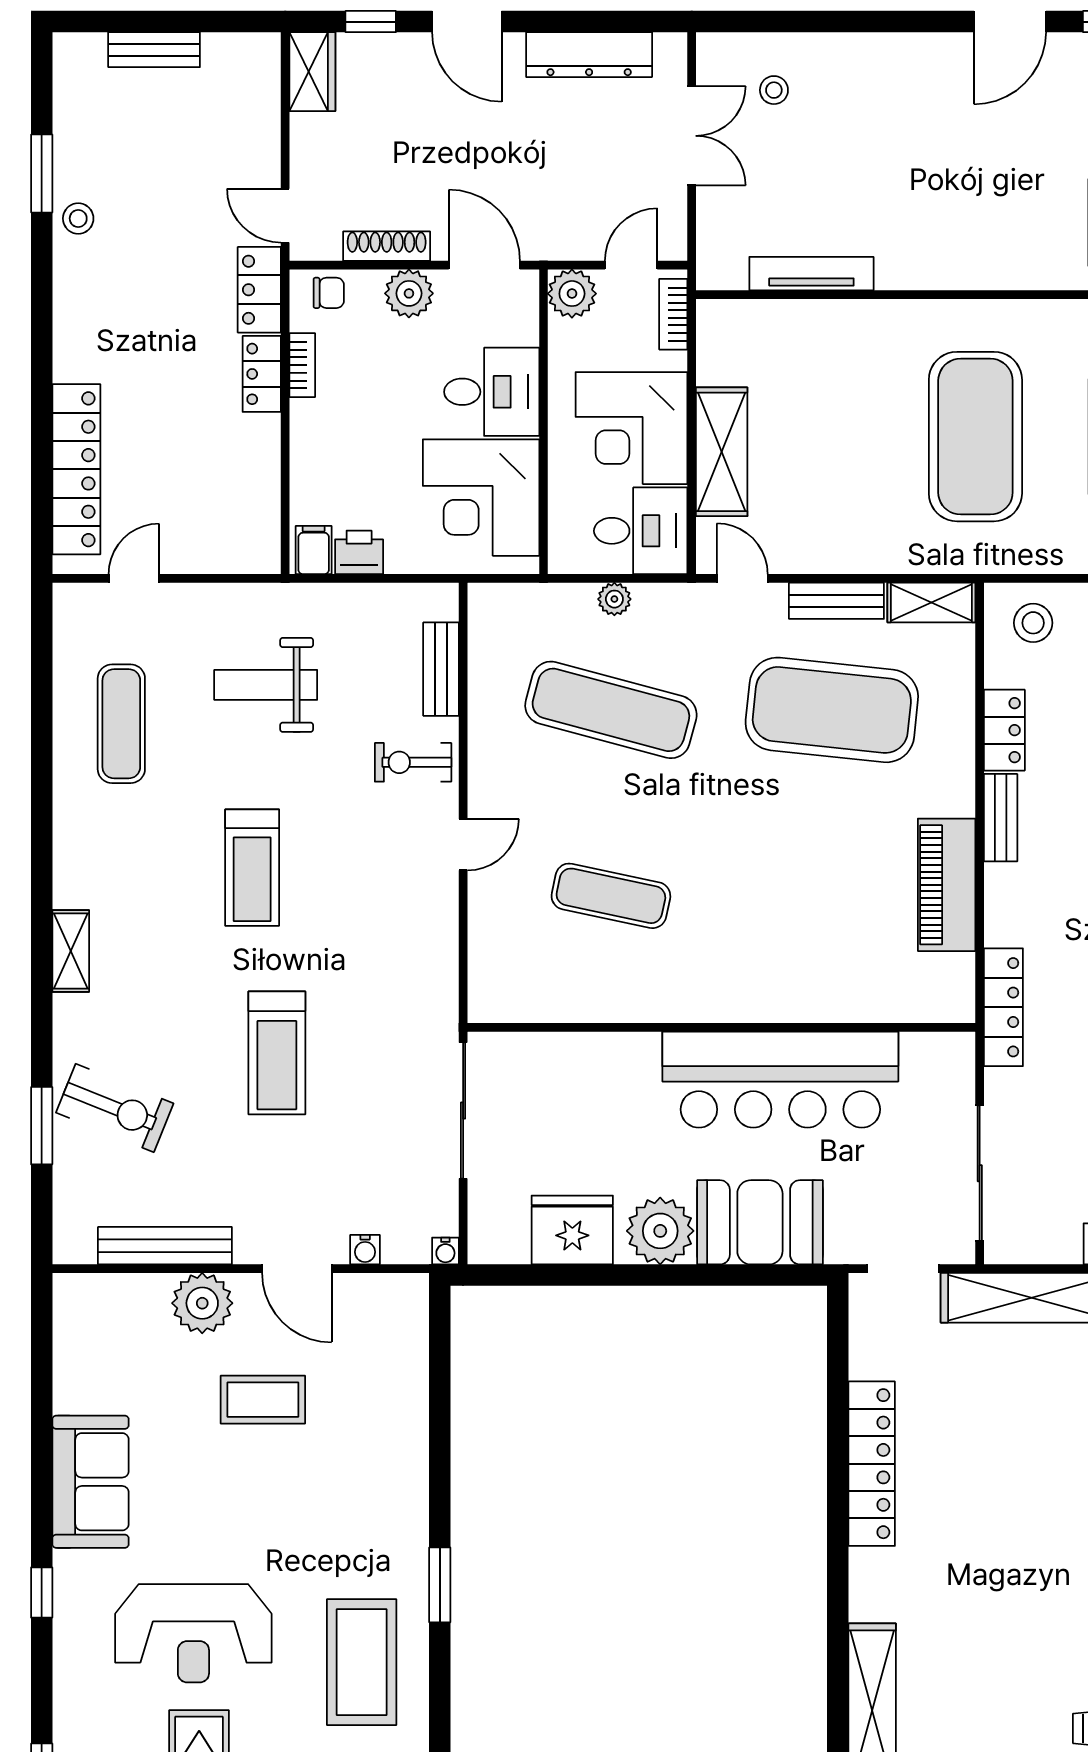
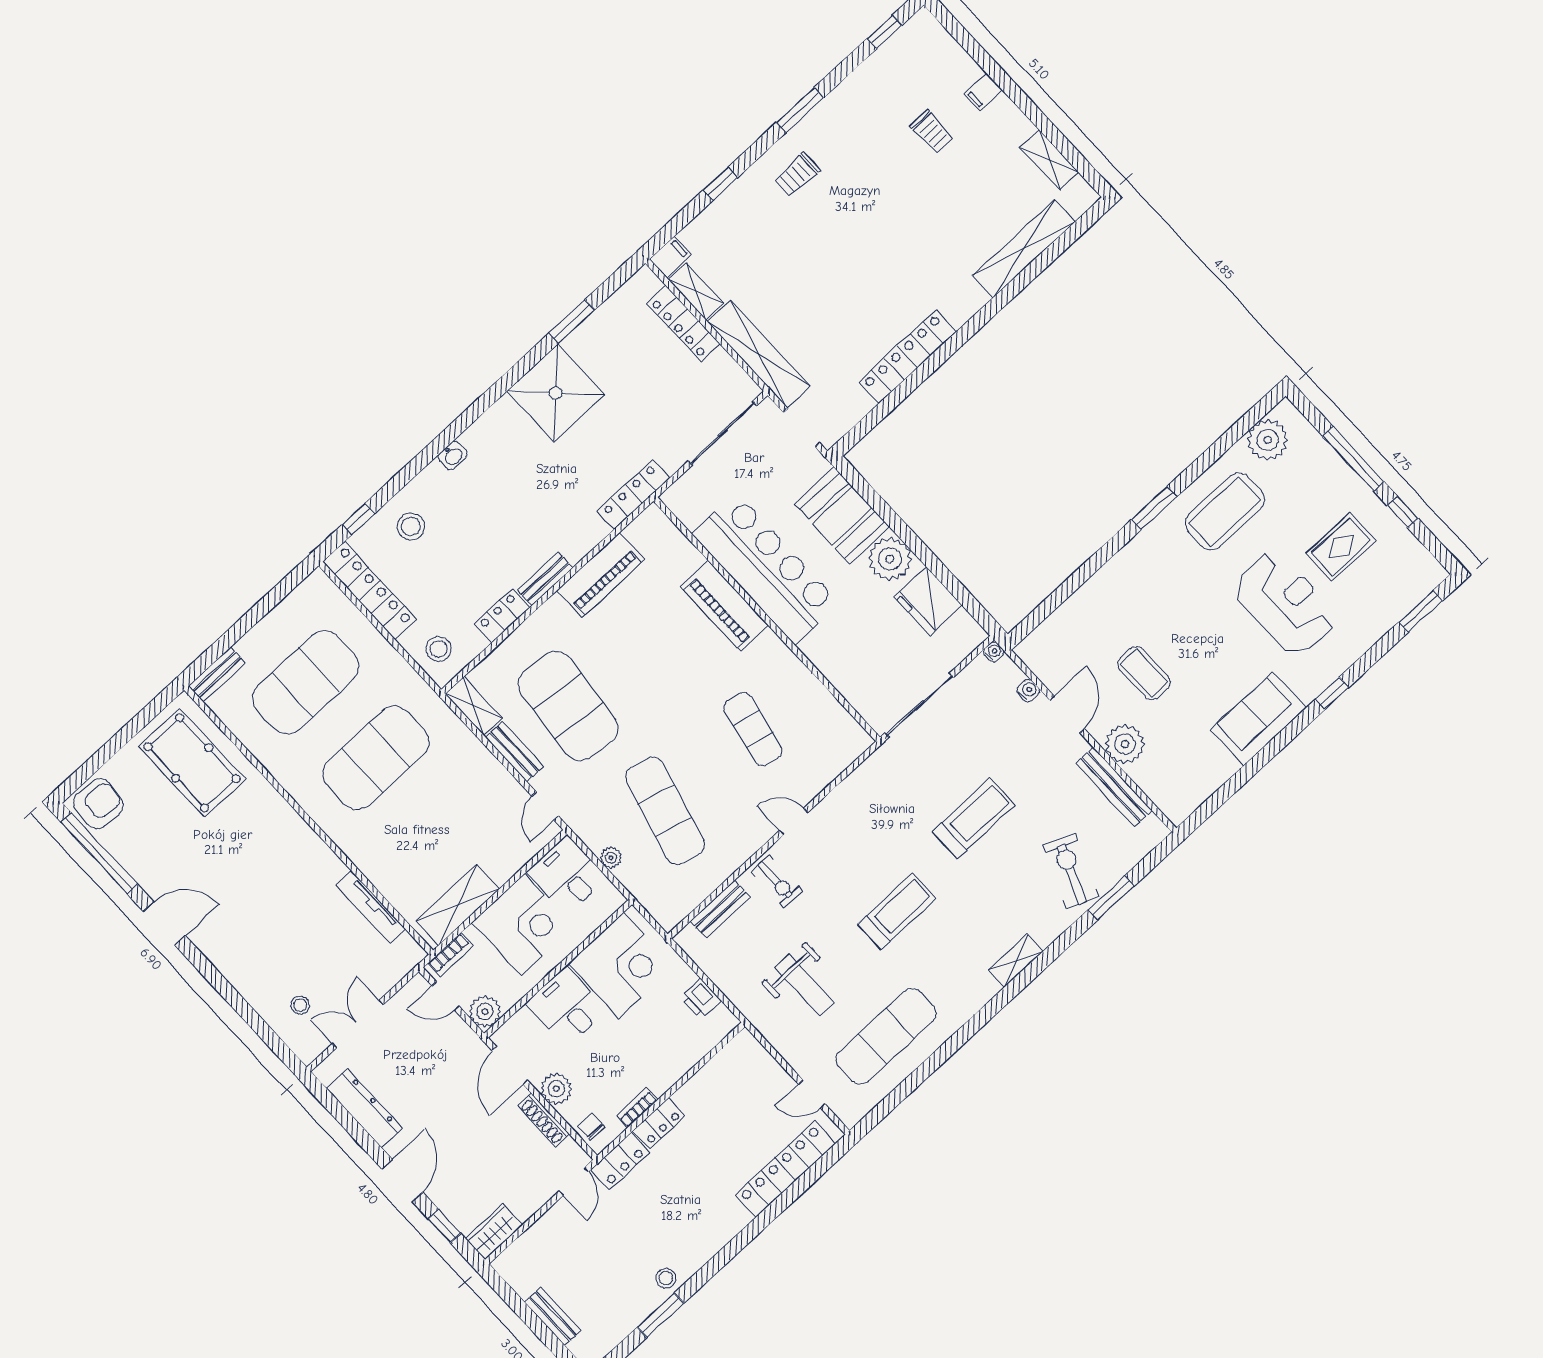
shelving: (722, 452) -> (458, 905), moved
filing cabinet: (314, 550) -> (720, 1021), removed
exercise mat: (121, 724) -> (886, 1036), width x1.36, depth x1.45
piano: (781, 993) -> (725, 606), added

